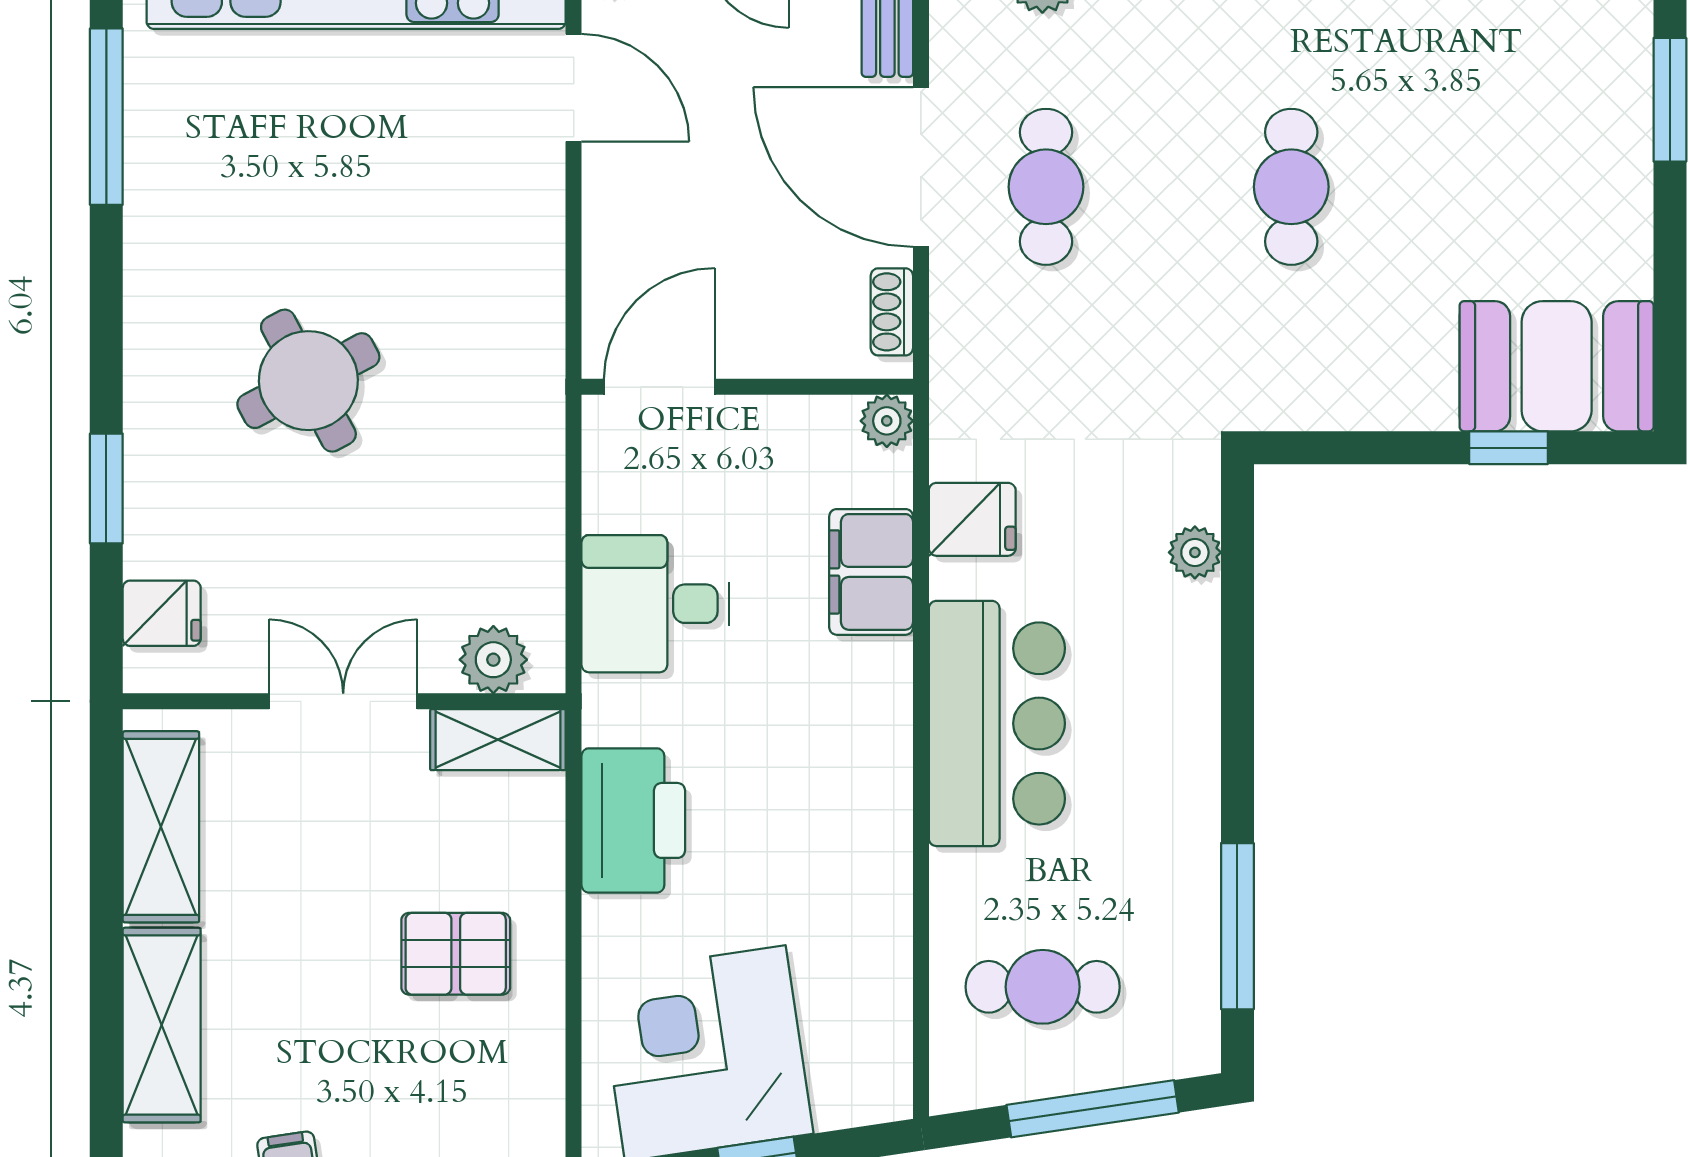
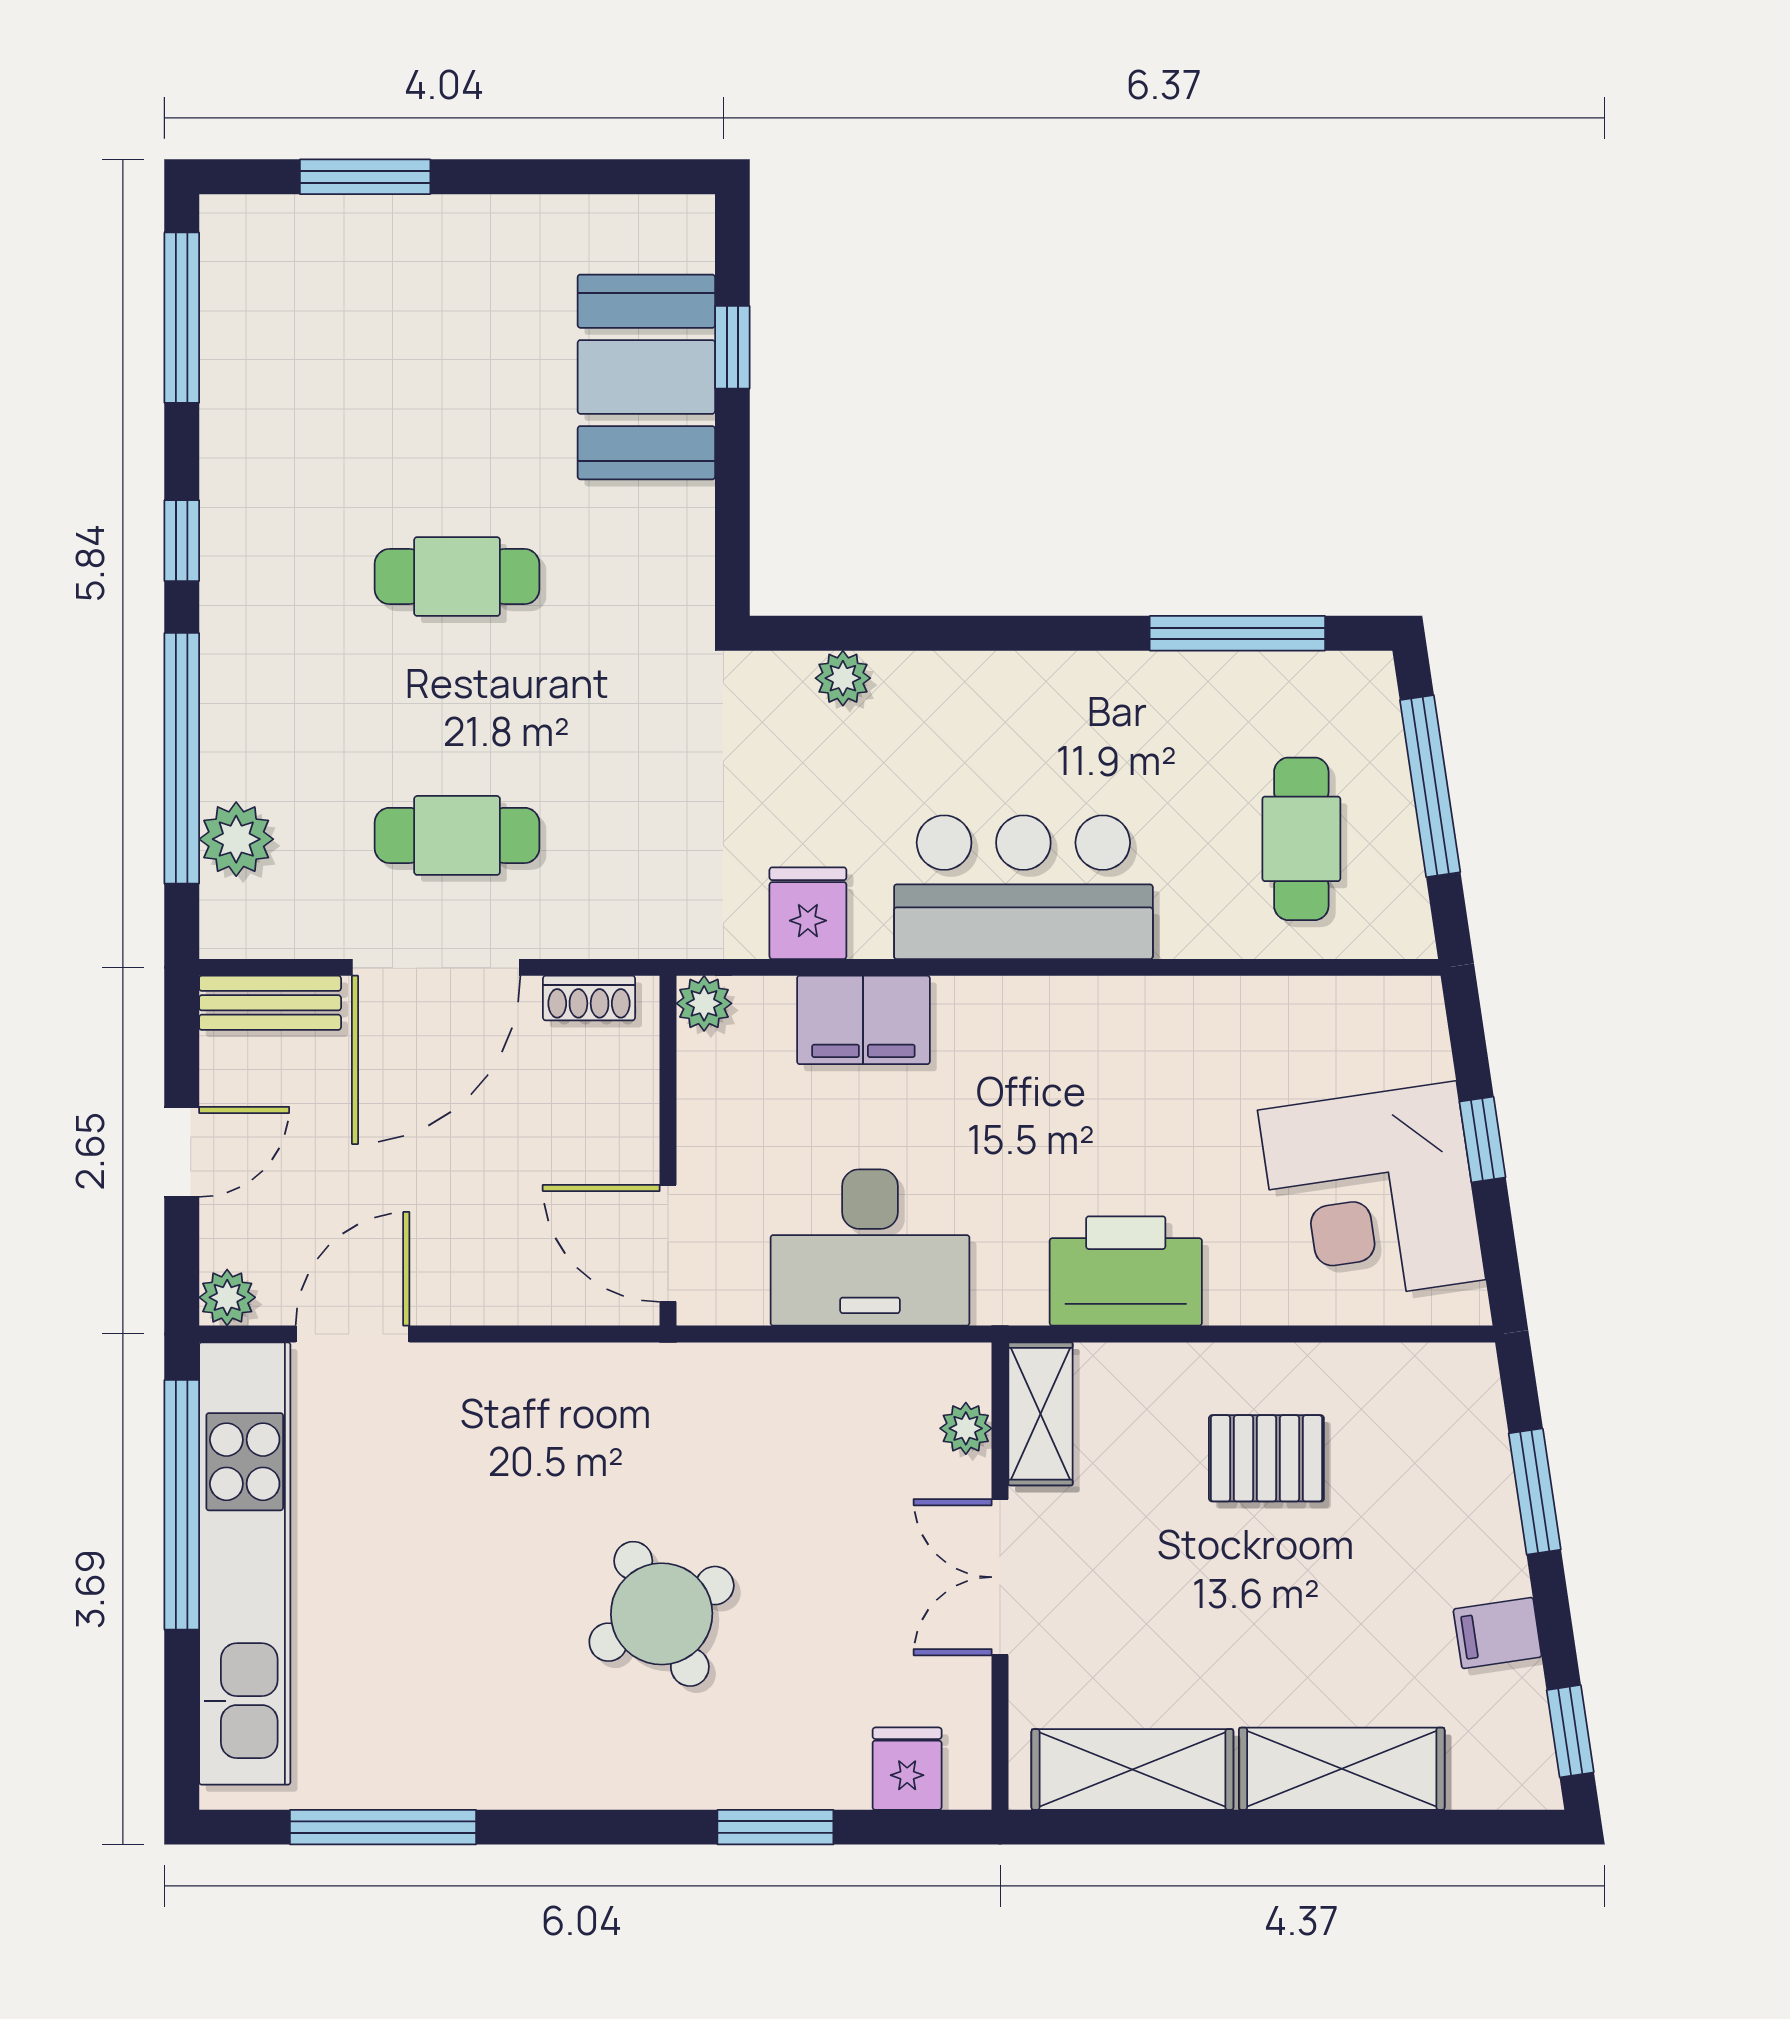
booth: (1557, 366) -> (646, 377), moved
desk: (655, 604) -> (870, 1248), width x1.37
plant: (493, 660) -> (966, 1428), width x0.73, depth x0.73
pallet: (456, 954) -> (1266, 1458), turned 90

